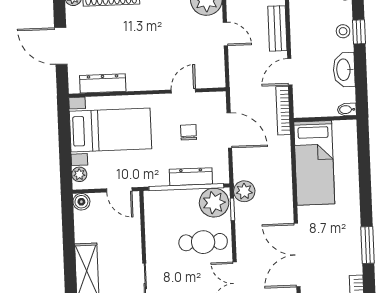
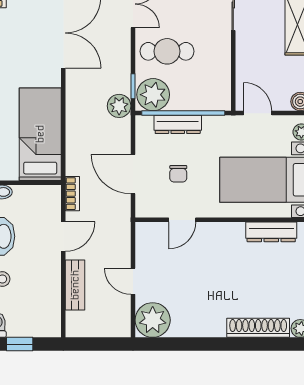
bookcase: (283, 111) -> (72, 194), width x0.64

